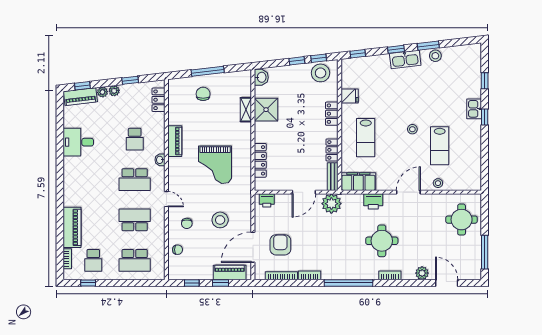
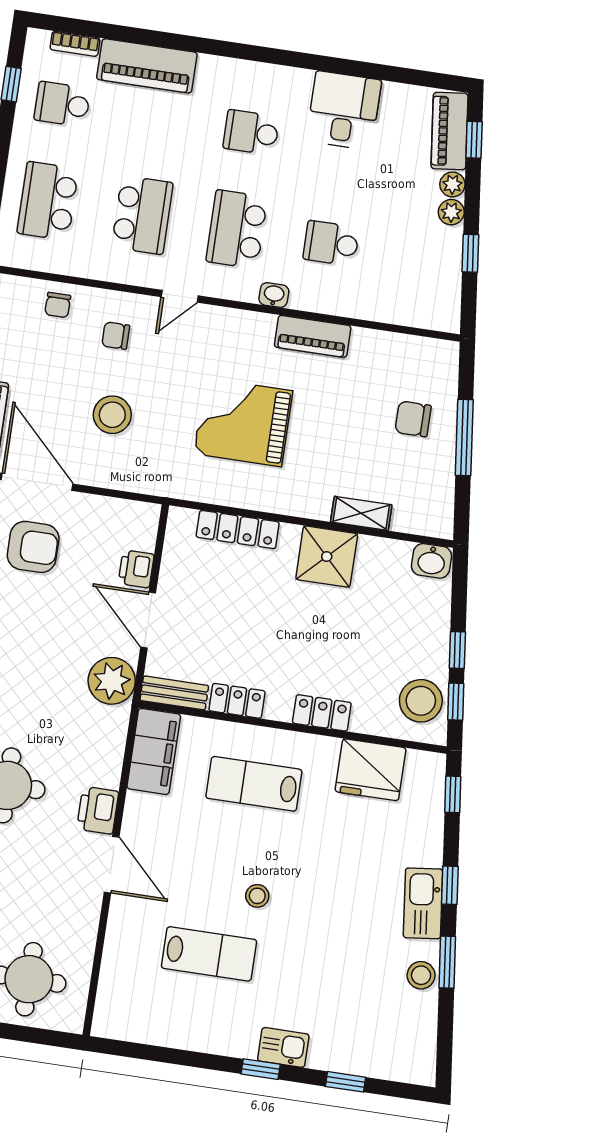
chair: (203, 94) -> (413, 419), turned 180
fridge: (350, 96) -> (371, 770), width x1.88, depth x1.34
locker: (158, 100) -> (415, 313), removed
shower: (266, 110) -> (327, 557), moved
lab bench: (440, 146) -> (209, 954), turned 180
school desk: (93, 180) -> (251, 132), added
stool: (438, 183) -> (122, 937), removed
printer: (267, 200) -> (136, 569), moved
printer: (373, 201) -> (98, 810), moved

